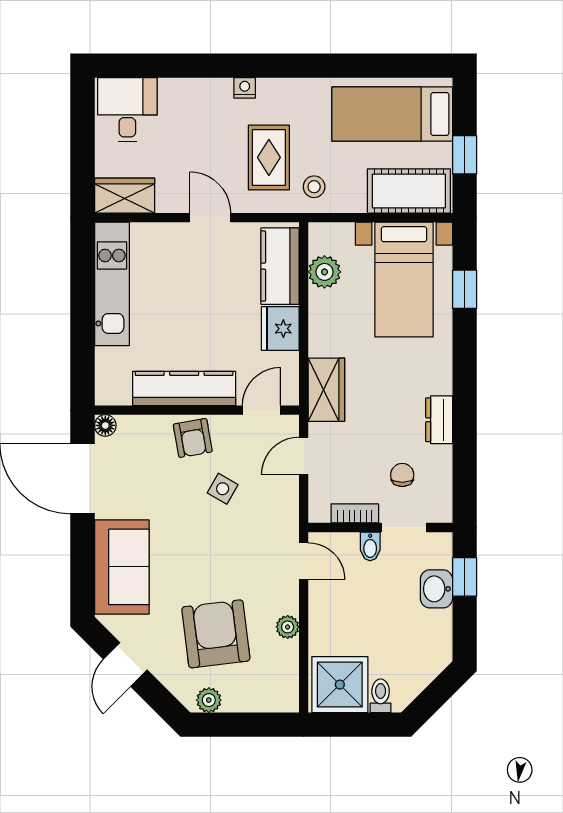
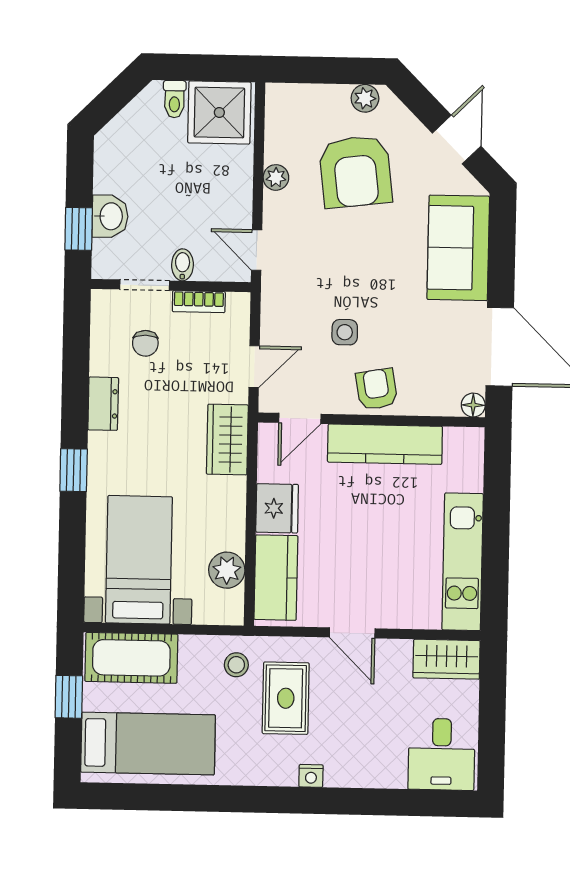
window: (465, 289) -> (74, 470), moved
side table: (223, 489) -> (345, 332), turned -30

